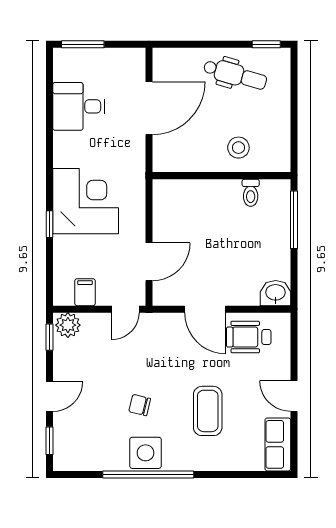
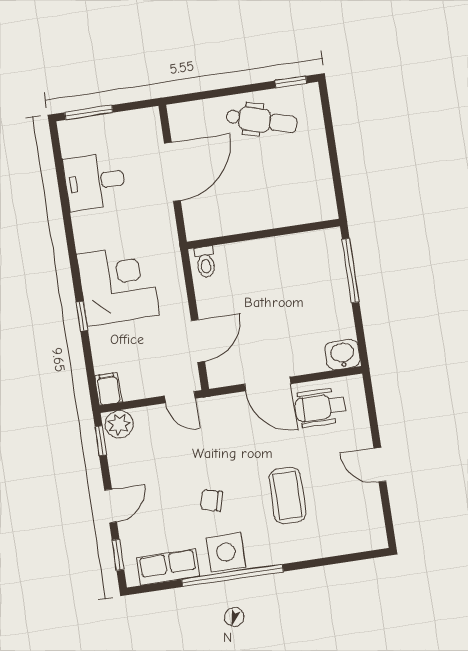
stool: (238, 148) -> (277, 200), removed
toilet: (251, 193) -> (205, 262), moved
filing cabinet: (85, 292) -> (108, 389), moved
door: (125, 309) -> (180, 397), hinge flipped
row of seats: (278, 444) -> (168, 567), moved, turned 90

